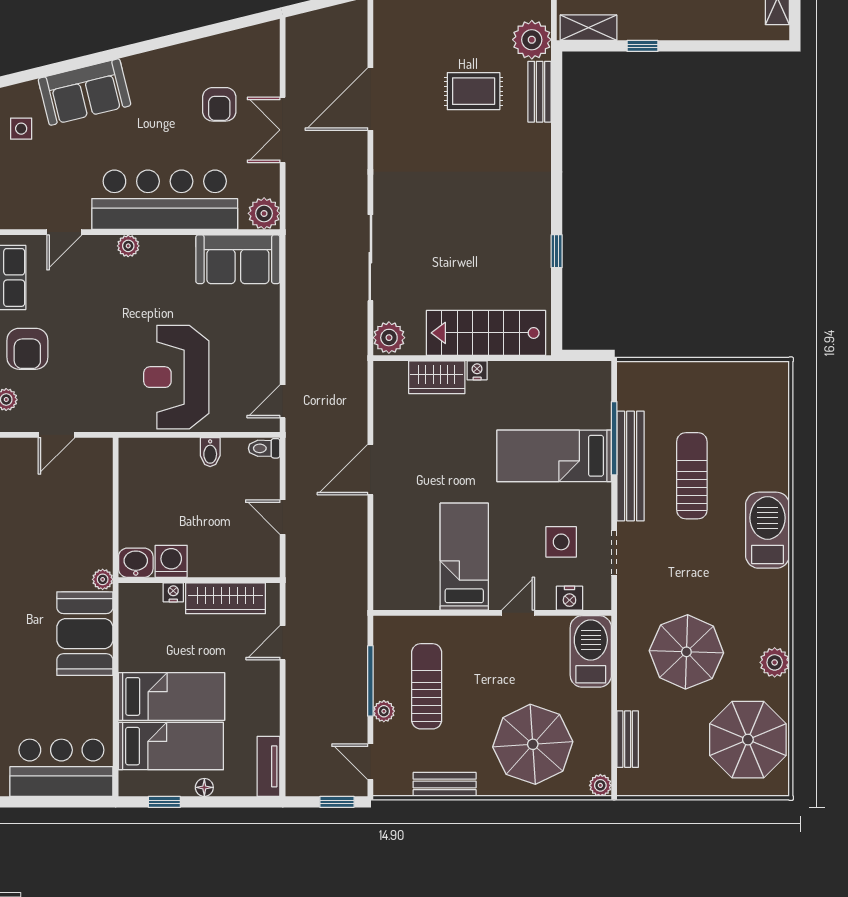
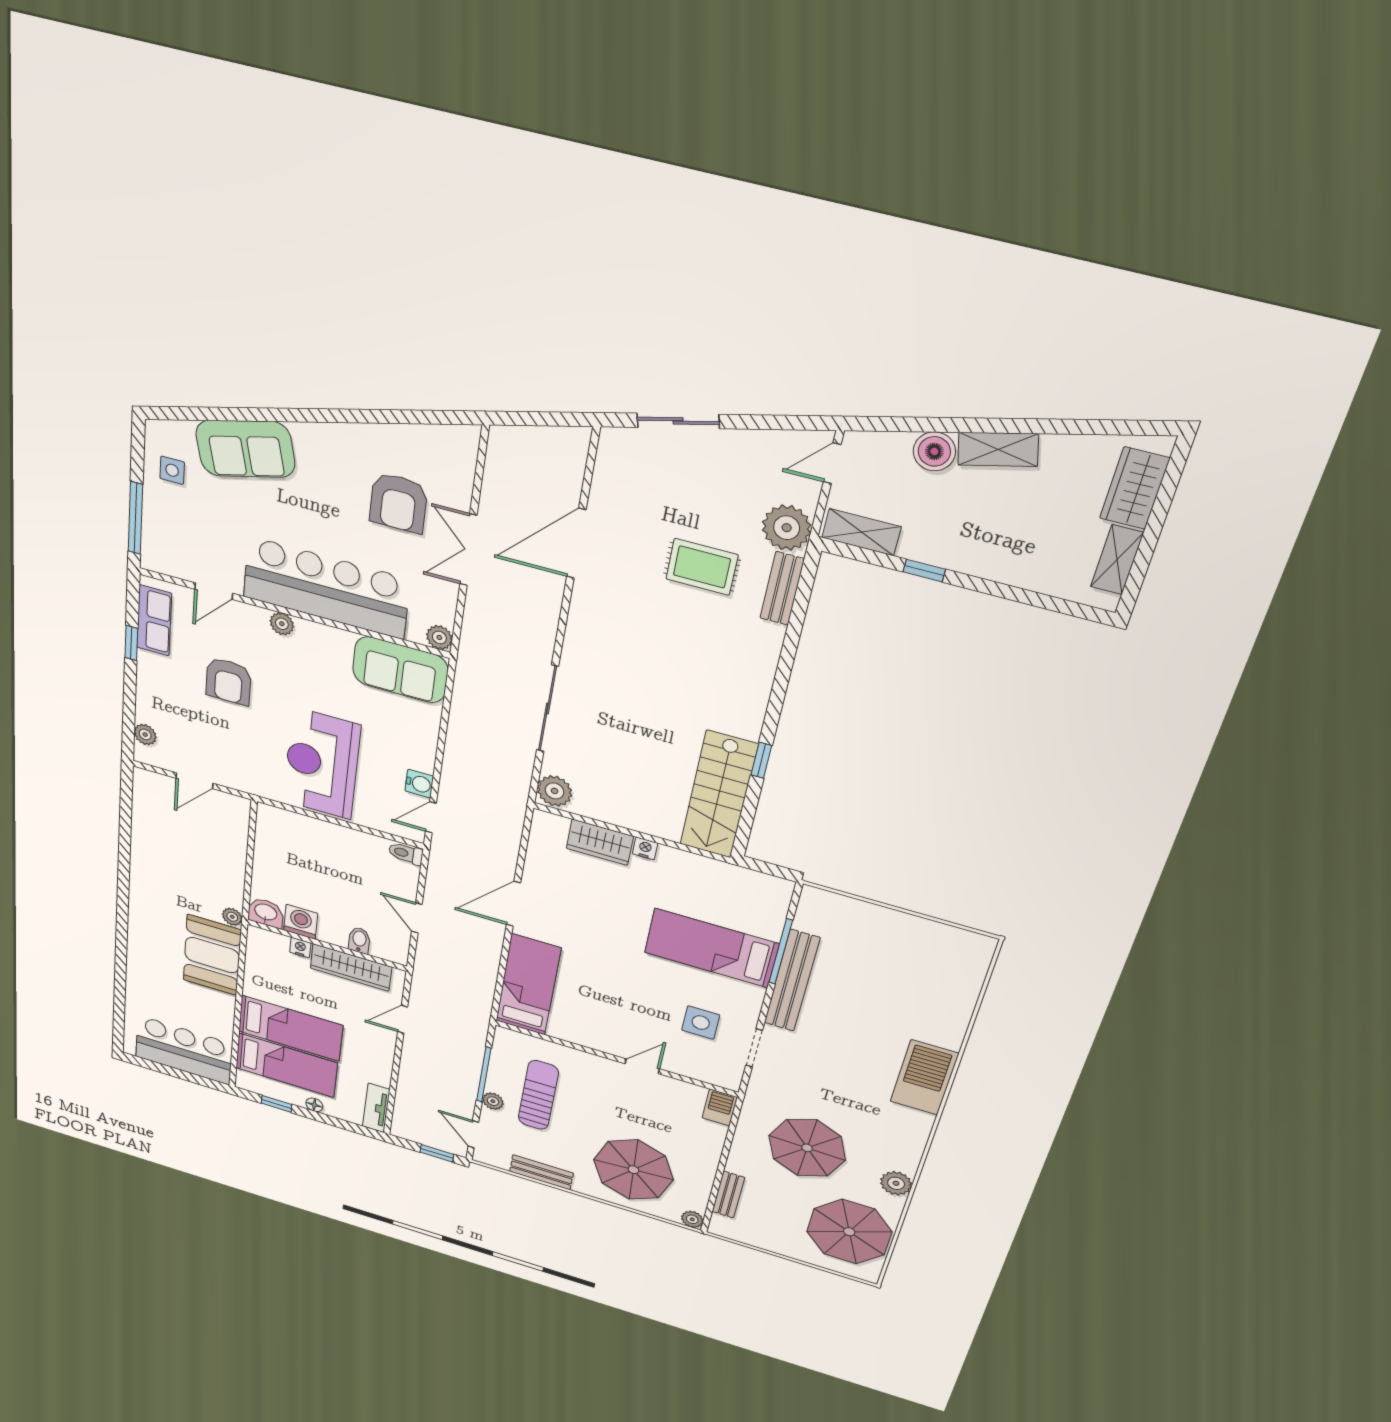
armchair: (219, 104) -> (398, 503), width x1.38, depth x1.38
plant: (264, 213) -> (439, 637), width x0.73, depth x0.73
stairs: (486, 333) -> (719, 795), moved, turned -90
armchair: (27, 349) -> (229, 681), moved
water cooler: (268, 369) -> (419, 784), added
bidet: (210, 452) -> (359, 940), moved, turned 180
sun lounger: (692, 476) -> (856, 1008), removed
bed: (464, 557) -> (528, 985), moved
nightstand: (569, 598) -> (698, 1070), removed
barbecue: (591, 651) -> (720, 1107), width x0.53, depth x0.65

